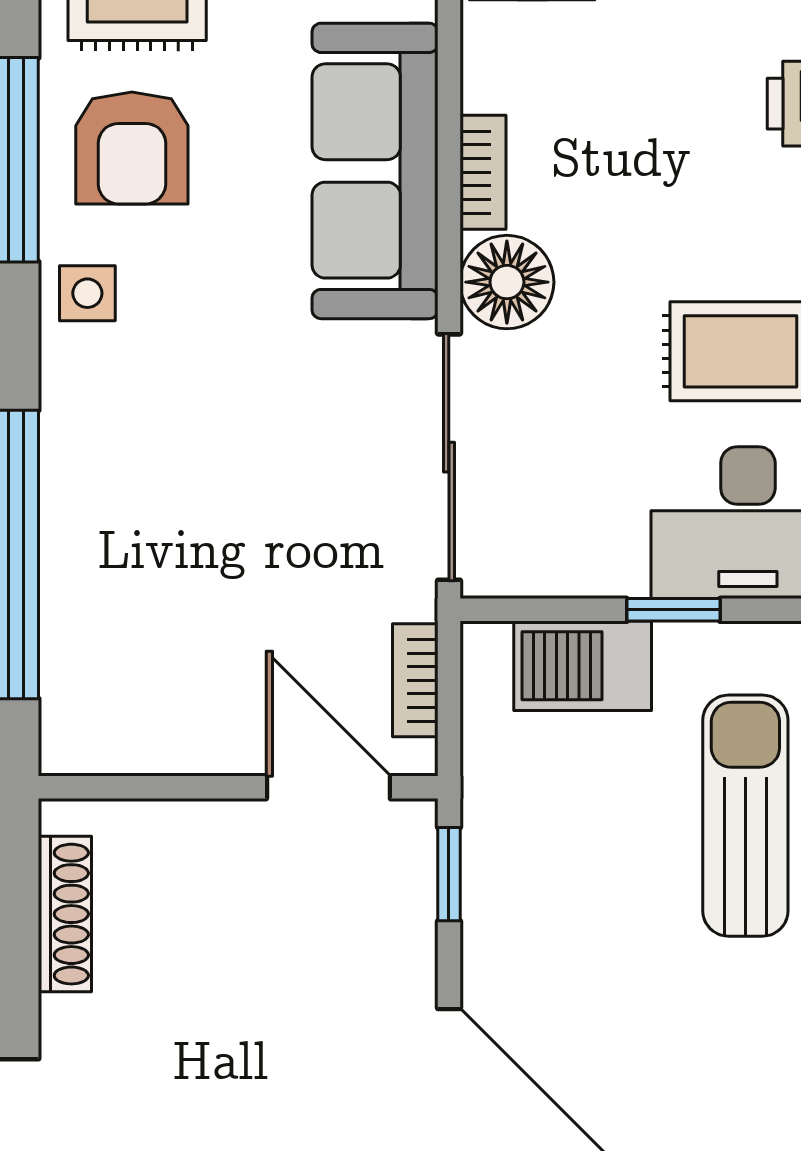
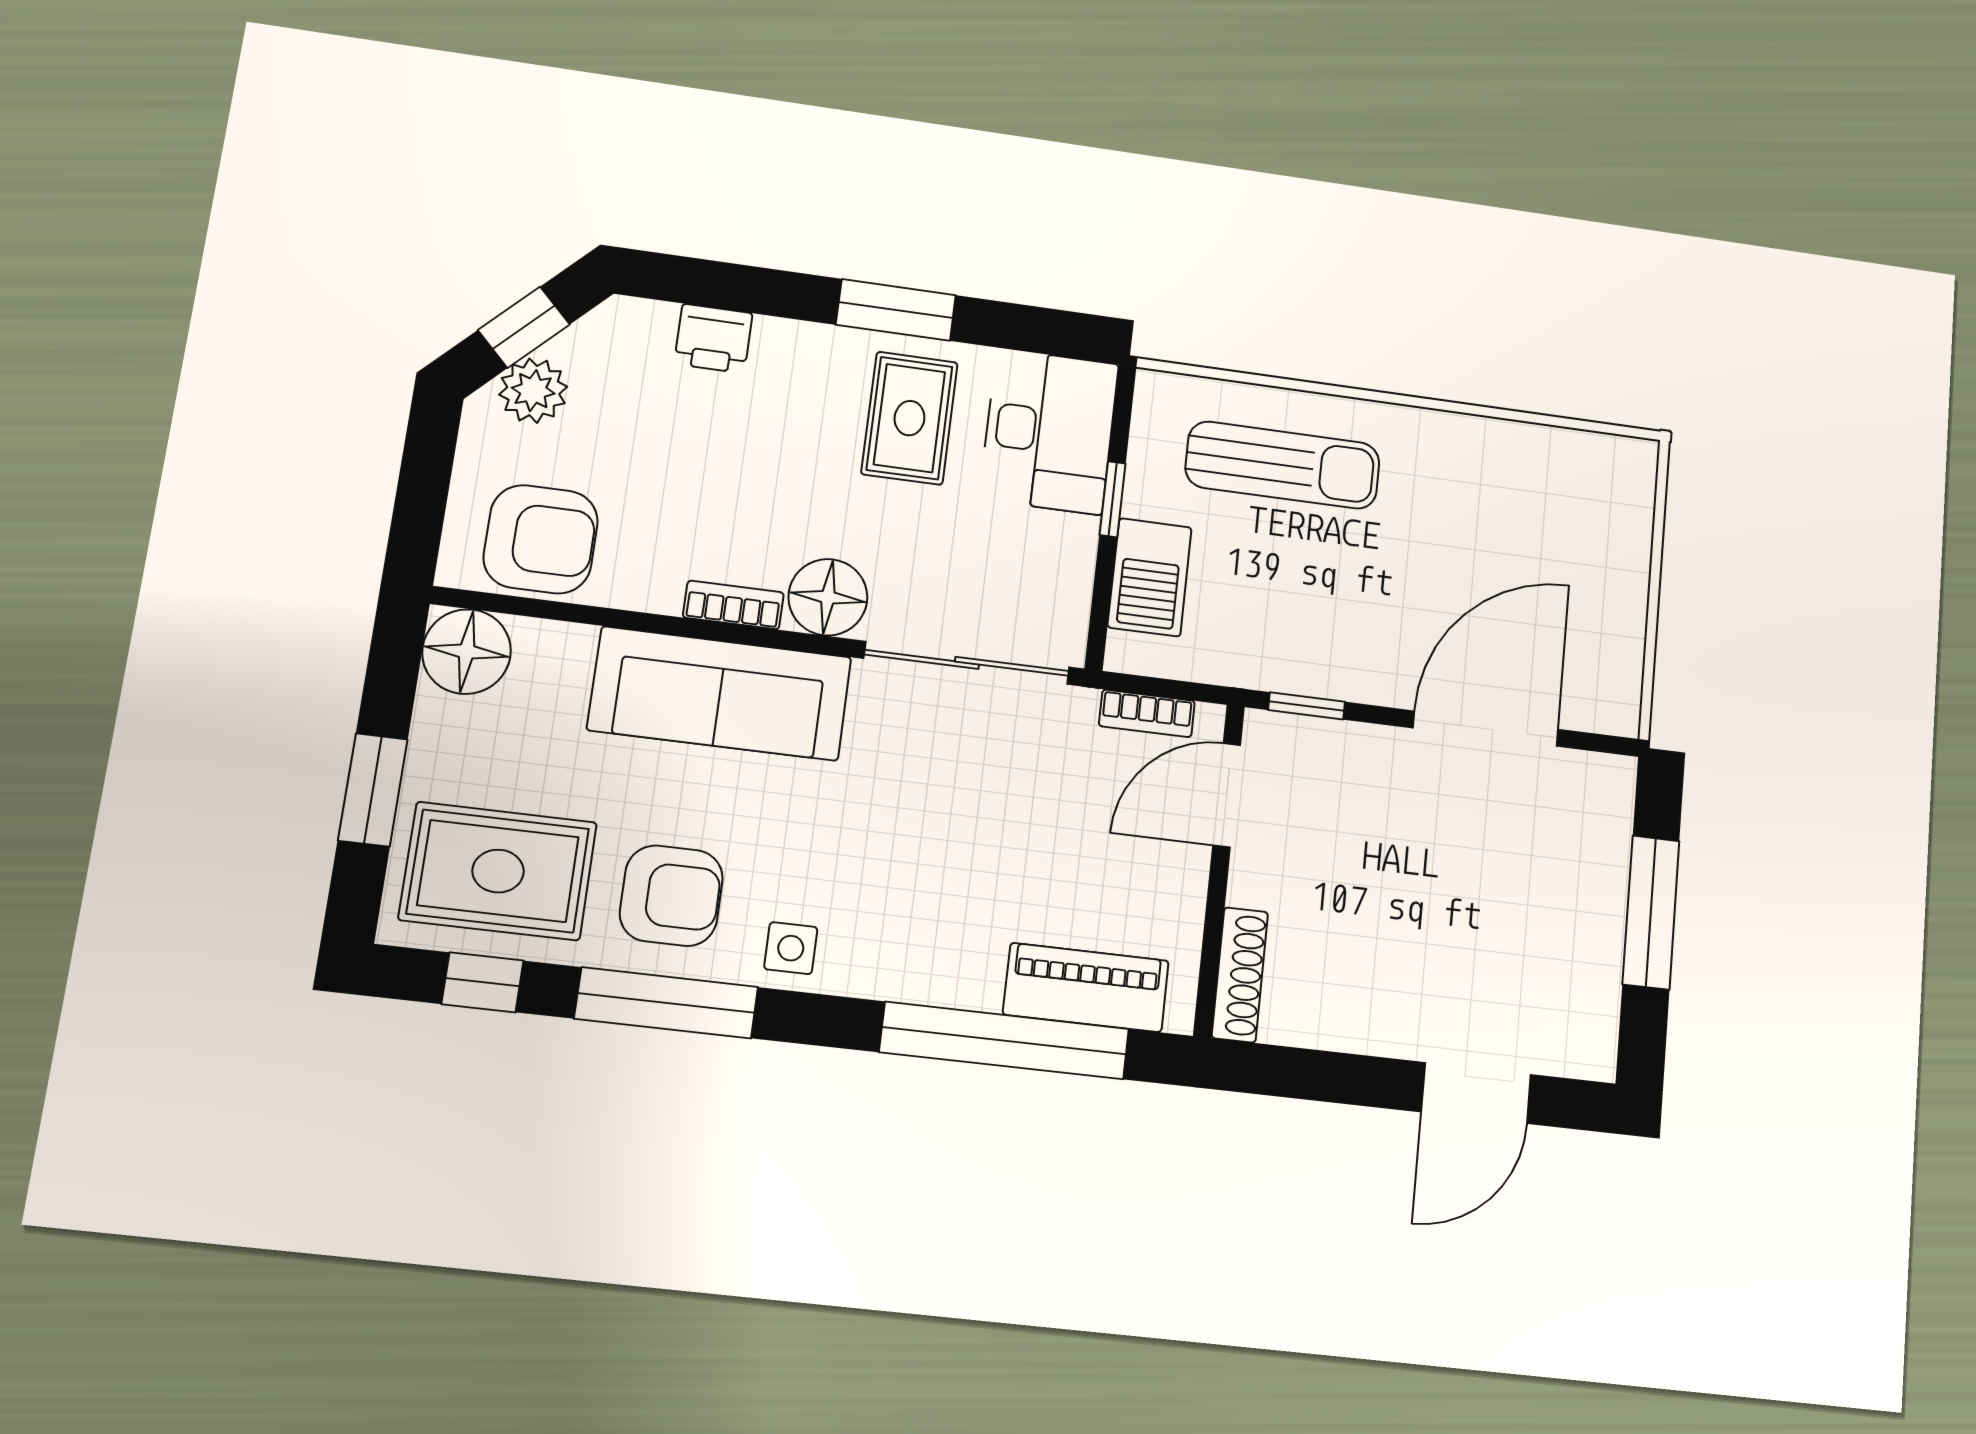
piano: (81, 643) -> (1086, 987), added
sun lounger: (745, 816) -> (1283, 465), turned 180
shoe rack: (65, 914) -> (1240, 975), moved, turned 90

